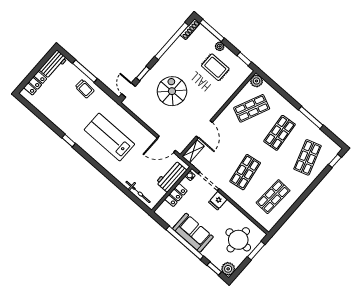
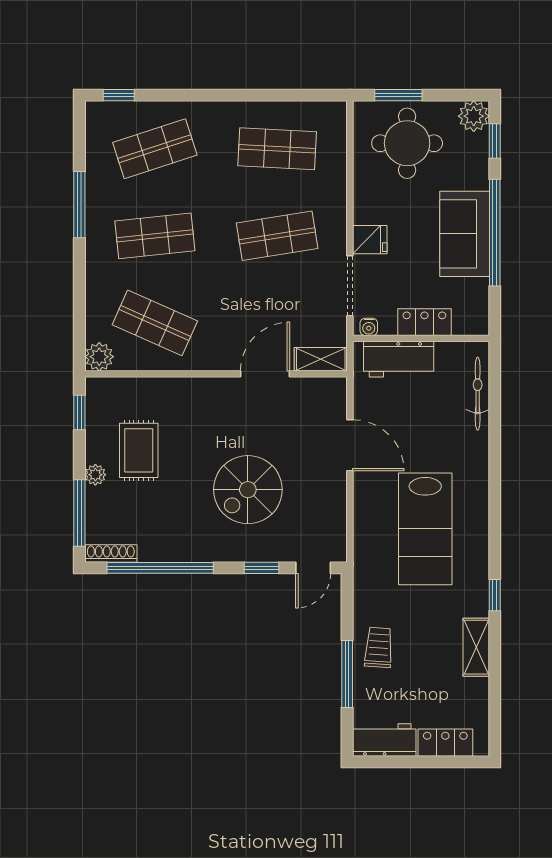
shelving: (57, 120) -> (476, 647), added
door: (166, 144) -> (350, 445), moved

